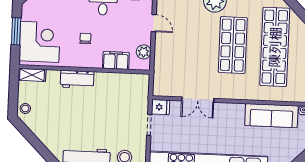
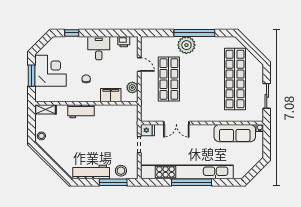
corner desk: (40, 42) -> (50, 71), moved
shop shelf: (233, 45) -> (169, 79), moved

